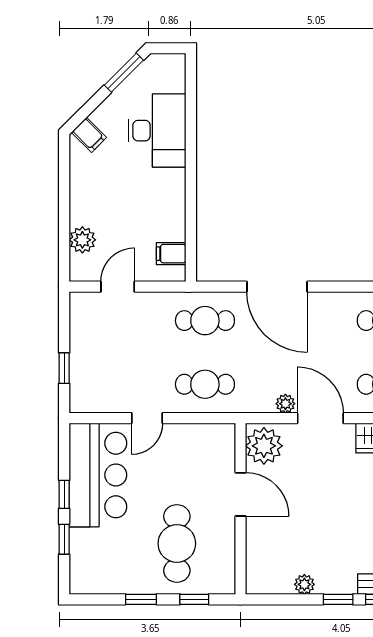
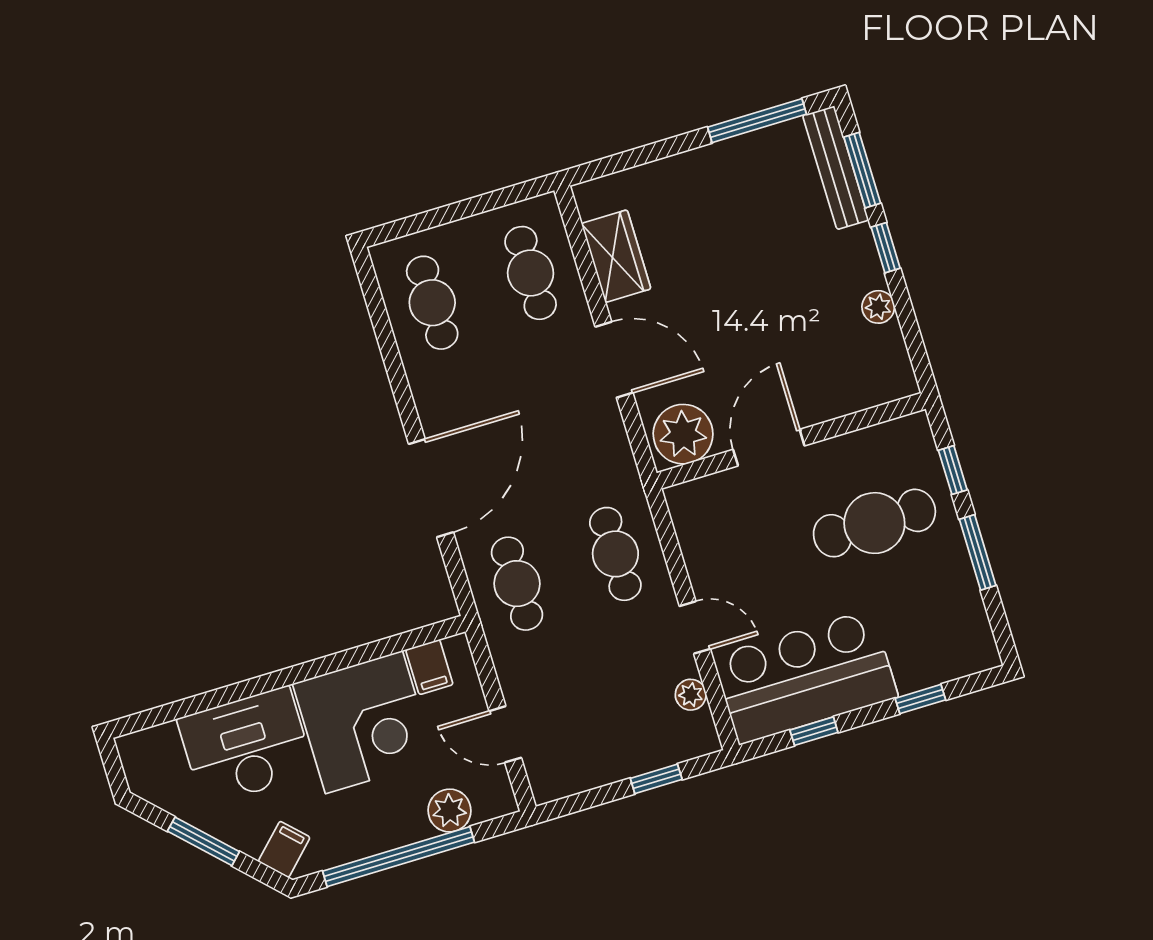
window: (124, 73) -> (203, 841), moved
window: (64, 201) -> (398, 857), added
corner desk: (150, 205) -> (364, 722), added
plant: (285, 404) -> (691, 695), moved
door: (320, 418) -> (614, 360), swing flipped
window: (64, 494) -> (814, 731), moved
window: (141, 599) -> (978, 552), width x1.50

